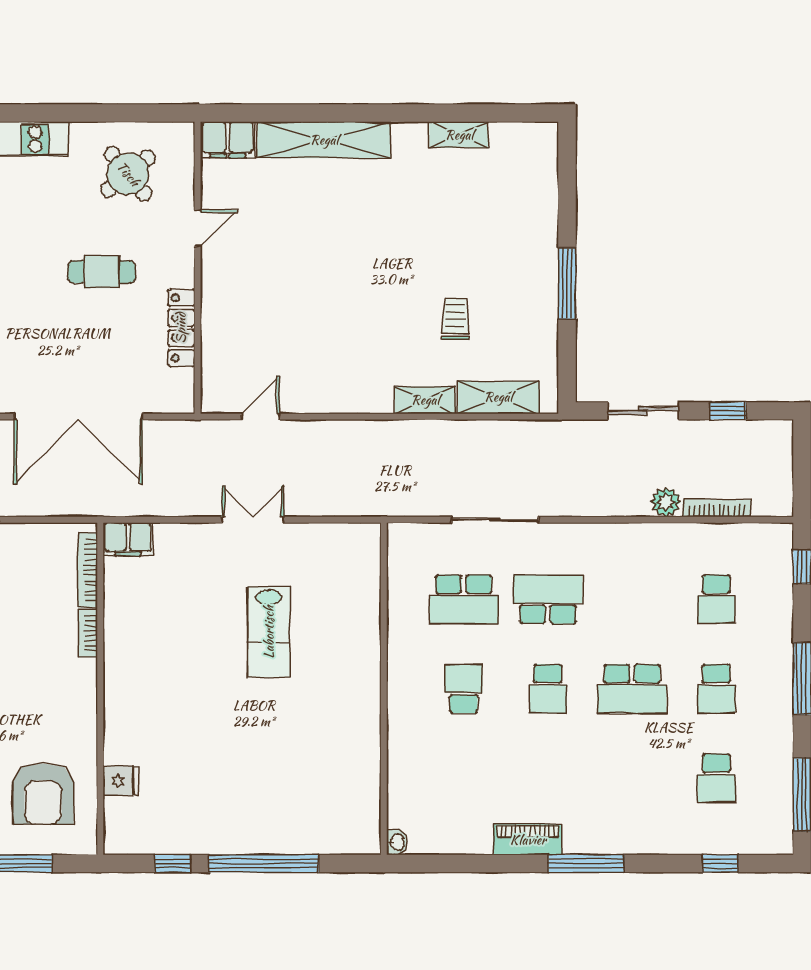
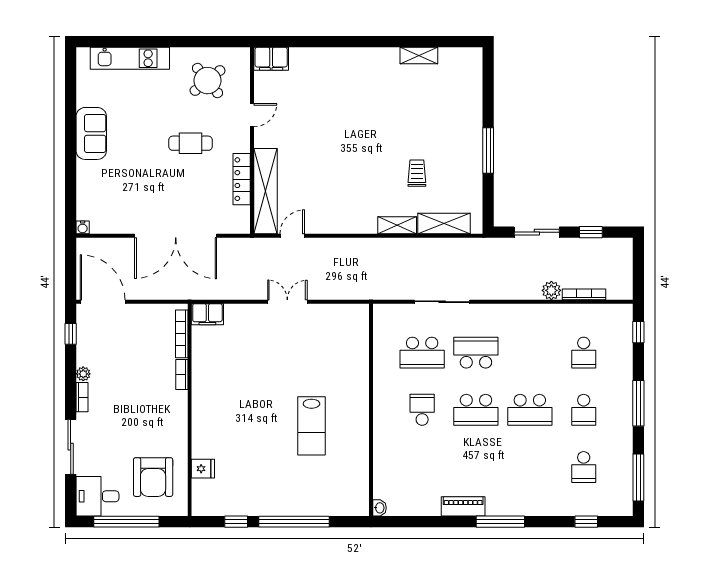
shelving: (324, 140) -> (265, 191), moved, turned 90
lab bench: (269, 632) -> (311, 426), moved
school desk: (548, 689) -> (476, 410), width x1.85

